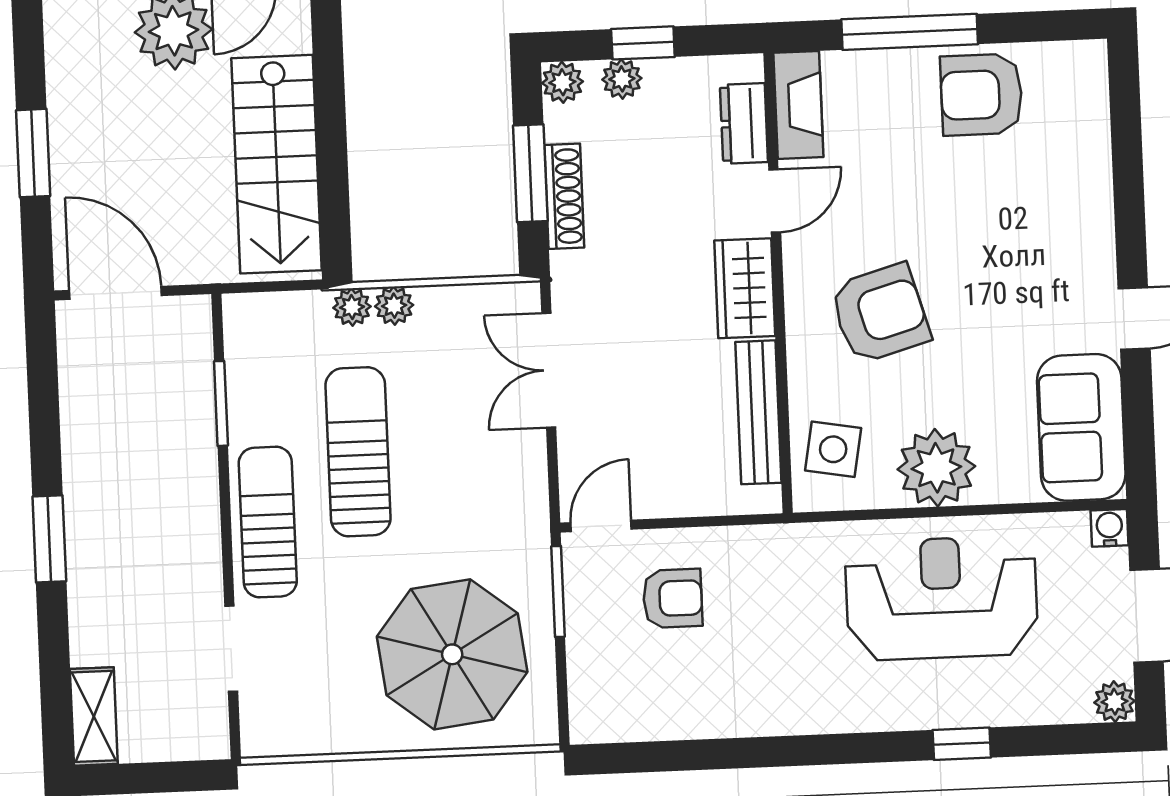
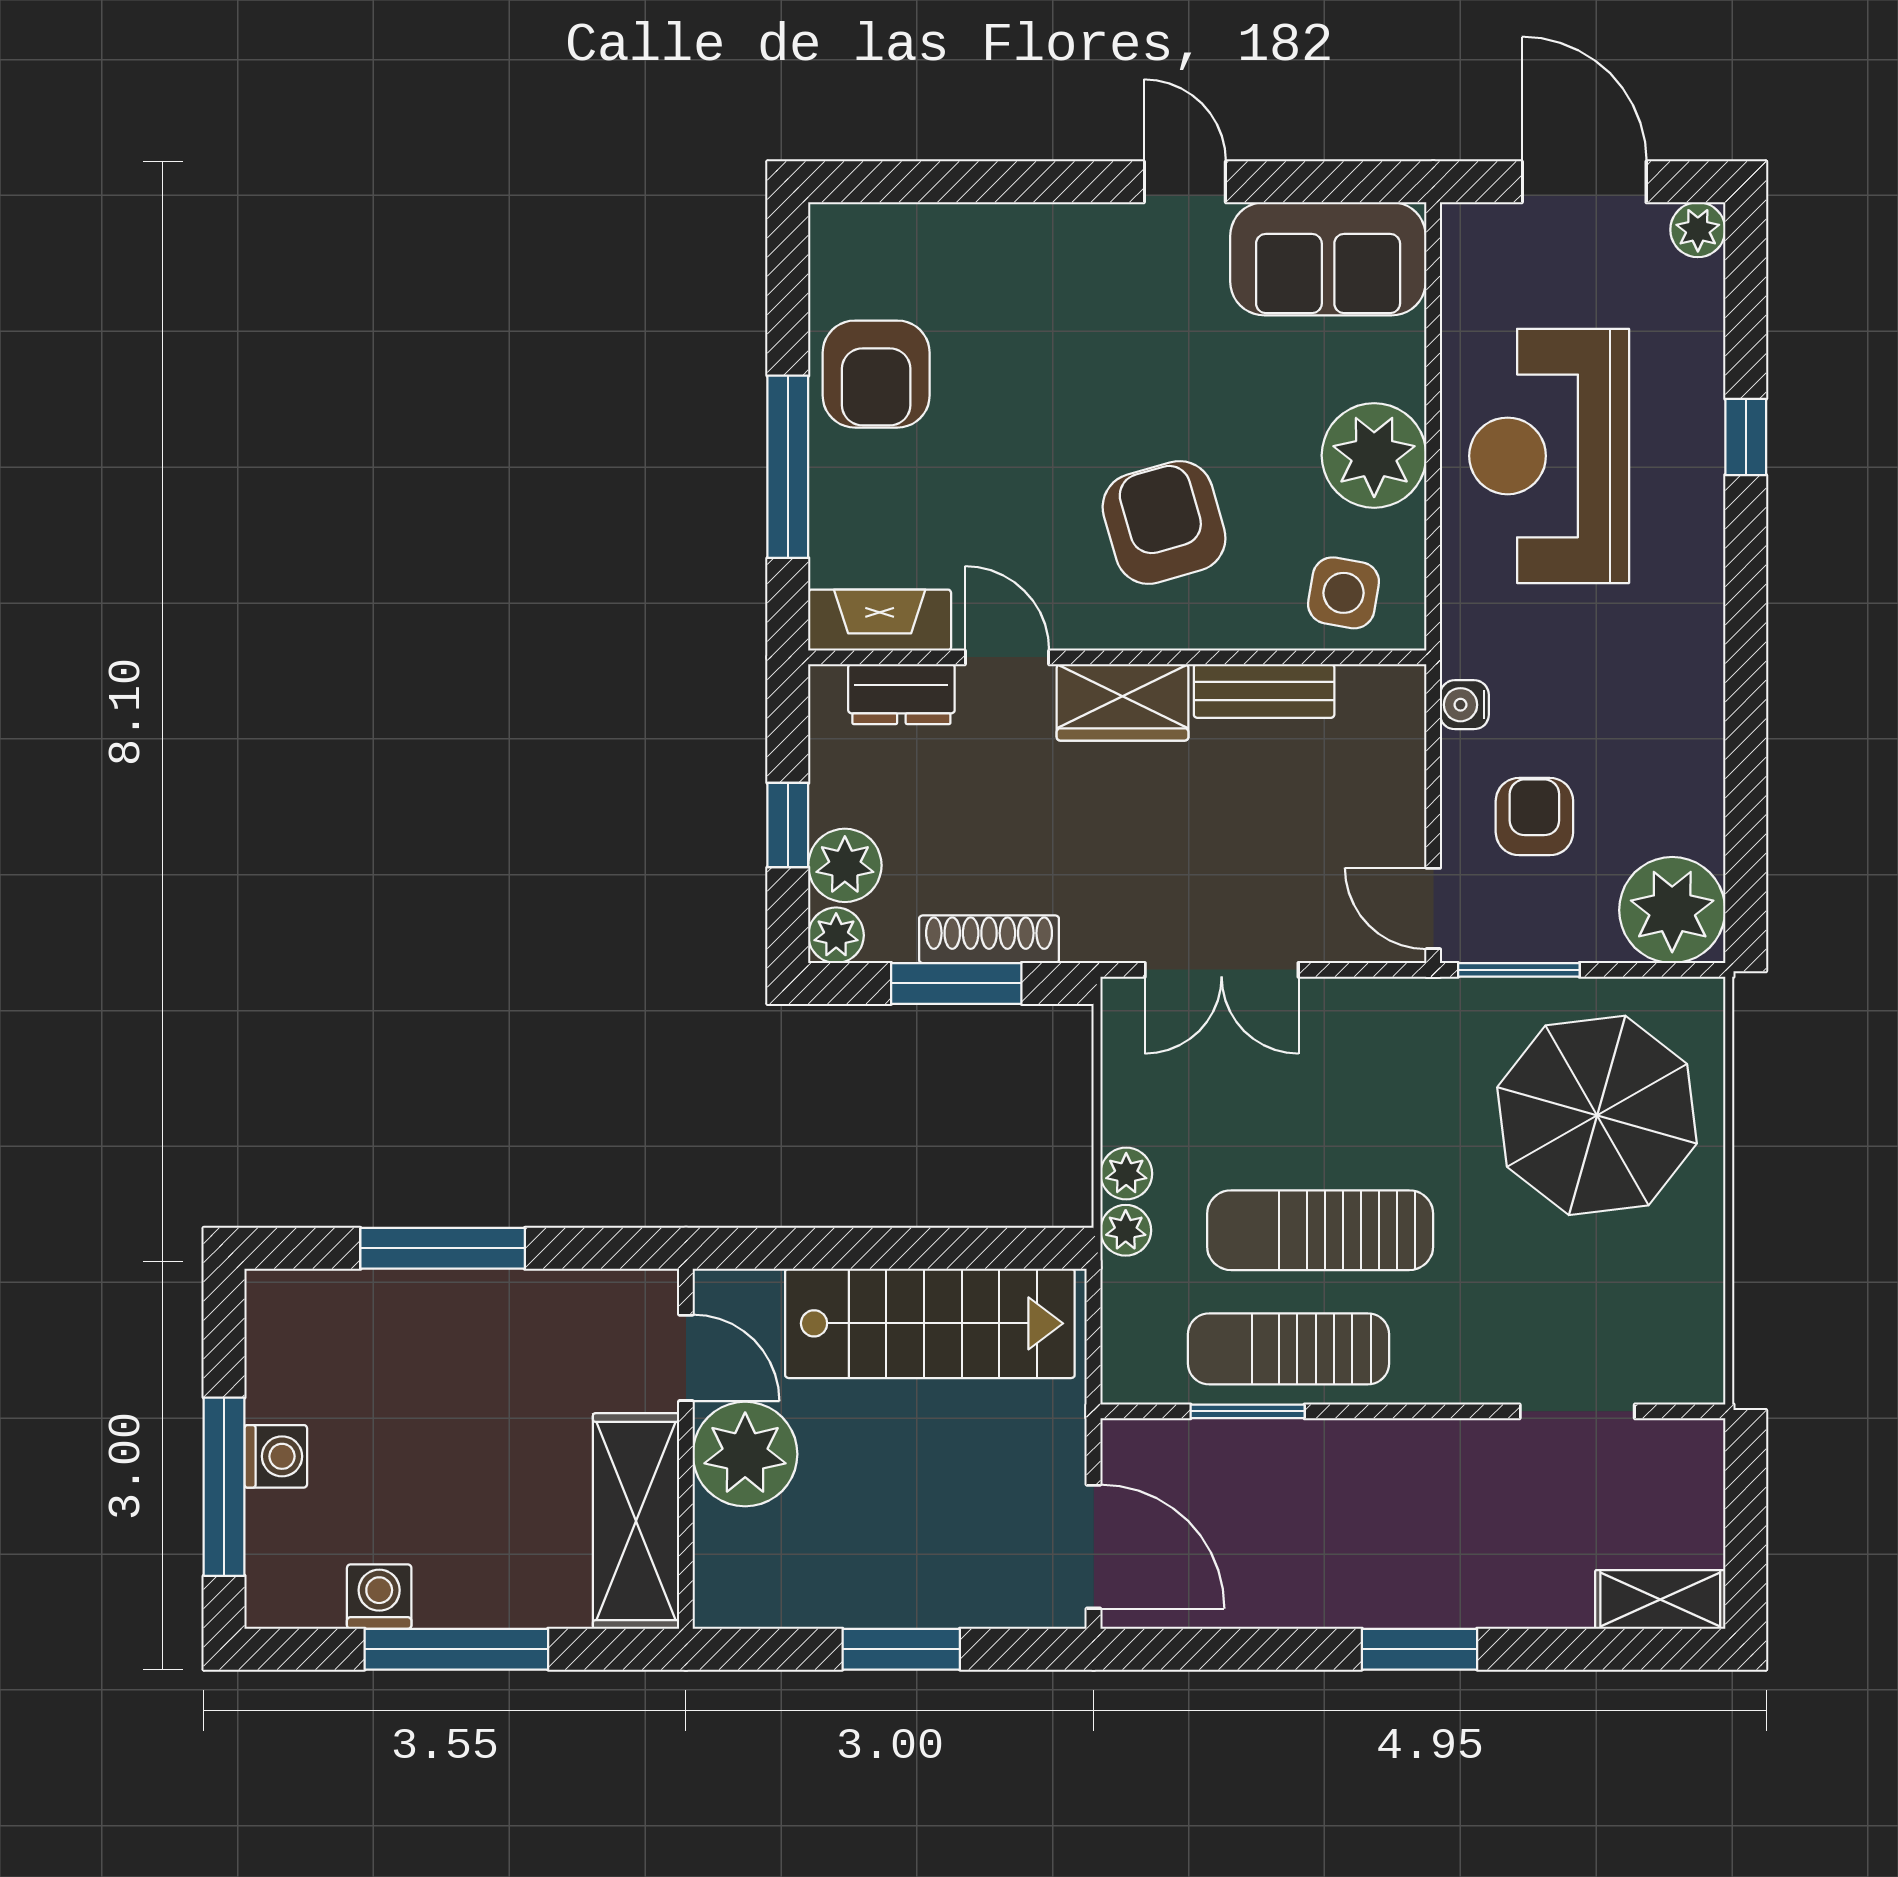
plant: (622, 79) -> (845, 865), width x1.38, depth x1.38
door: (115, 293) -> (1094, 1547), swing flipped
bench: (758, 412) -> (1264, 691), width x0.73
sun lounger: (268, 522) -> (1288, 1349), moved
water cooler: (1109, 528) -> (1464, 705), moved
plant: (607, 704) -> (1672, 910), added

